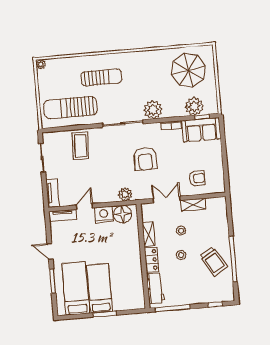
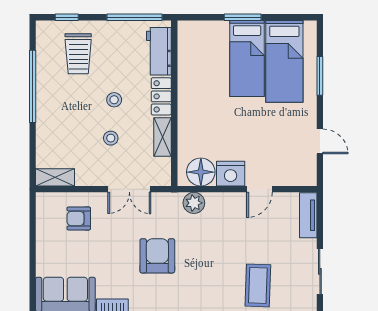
shelving: (193, 205) -> (55, 177), moved
tv unit: (63, 216) -> (295, 178), removed
door: (50, 251) -> (320, 141), moved
trolley: (214, 261) -> (78, 54), moved, turned -149

